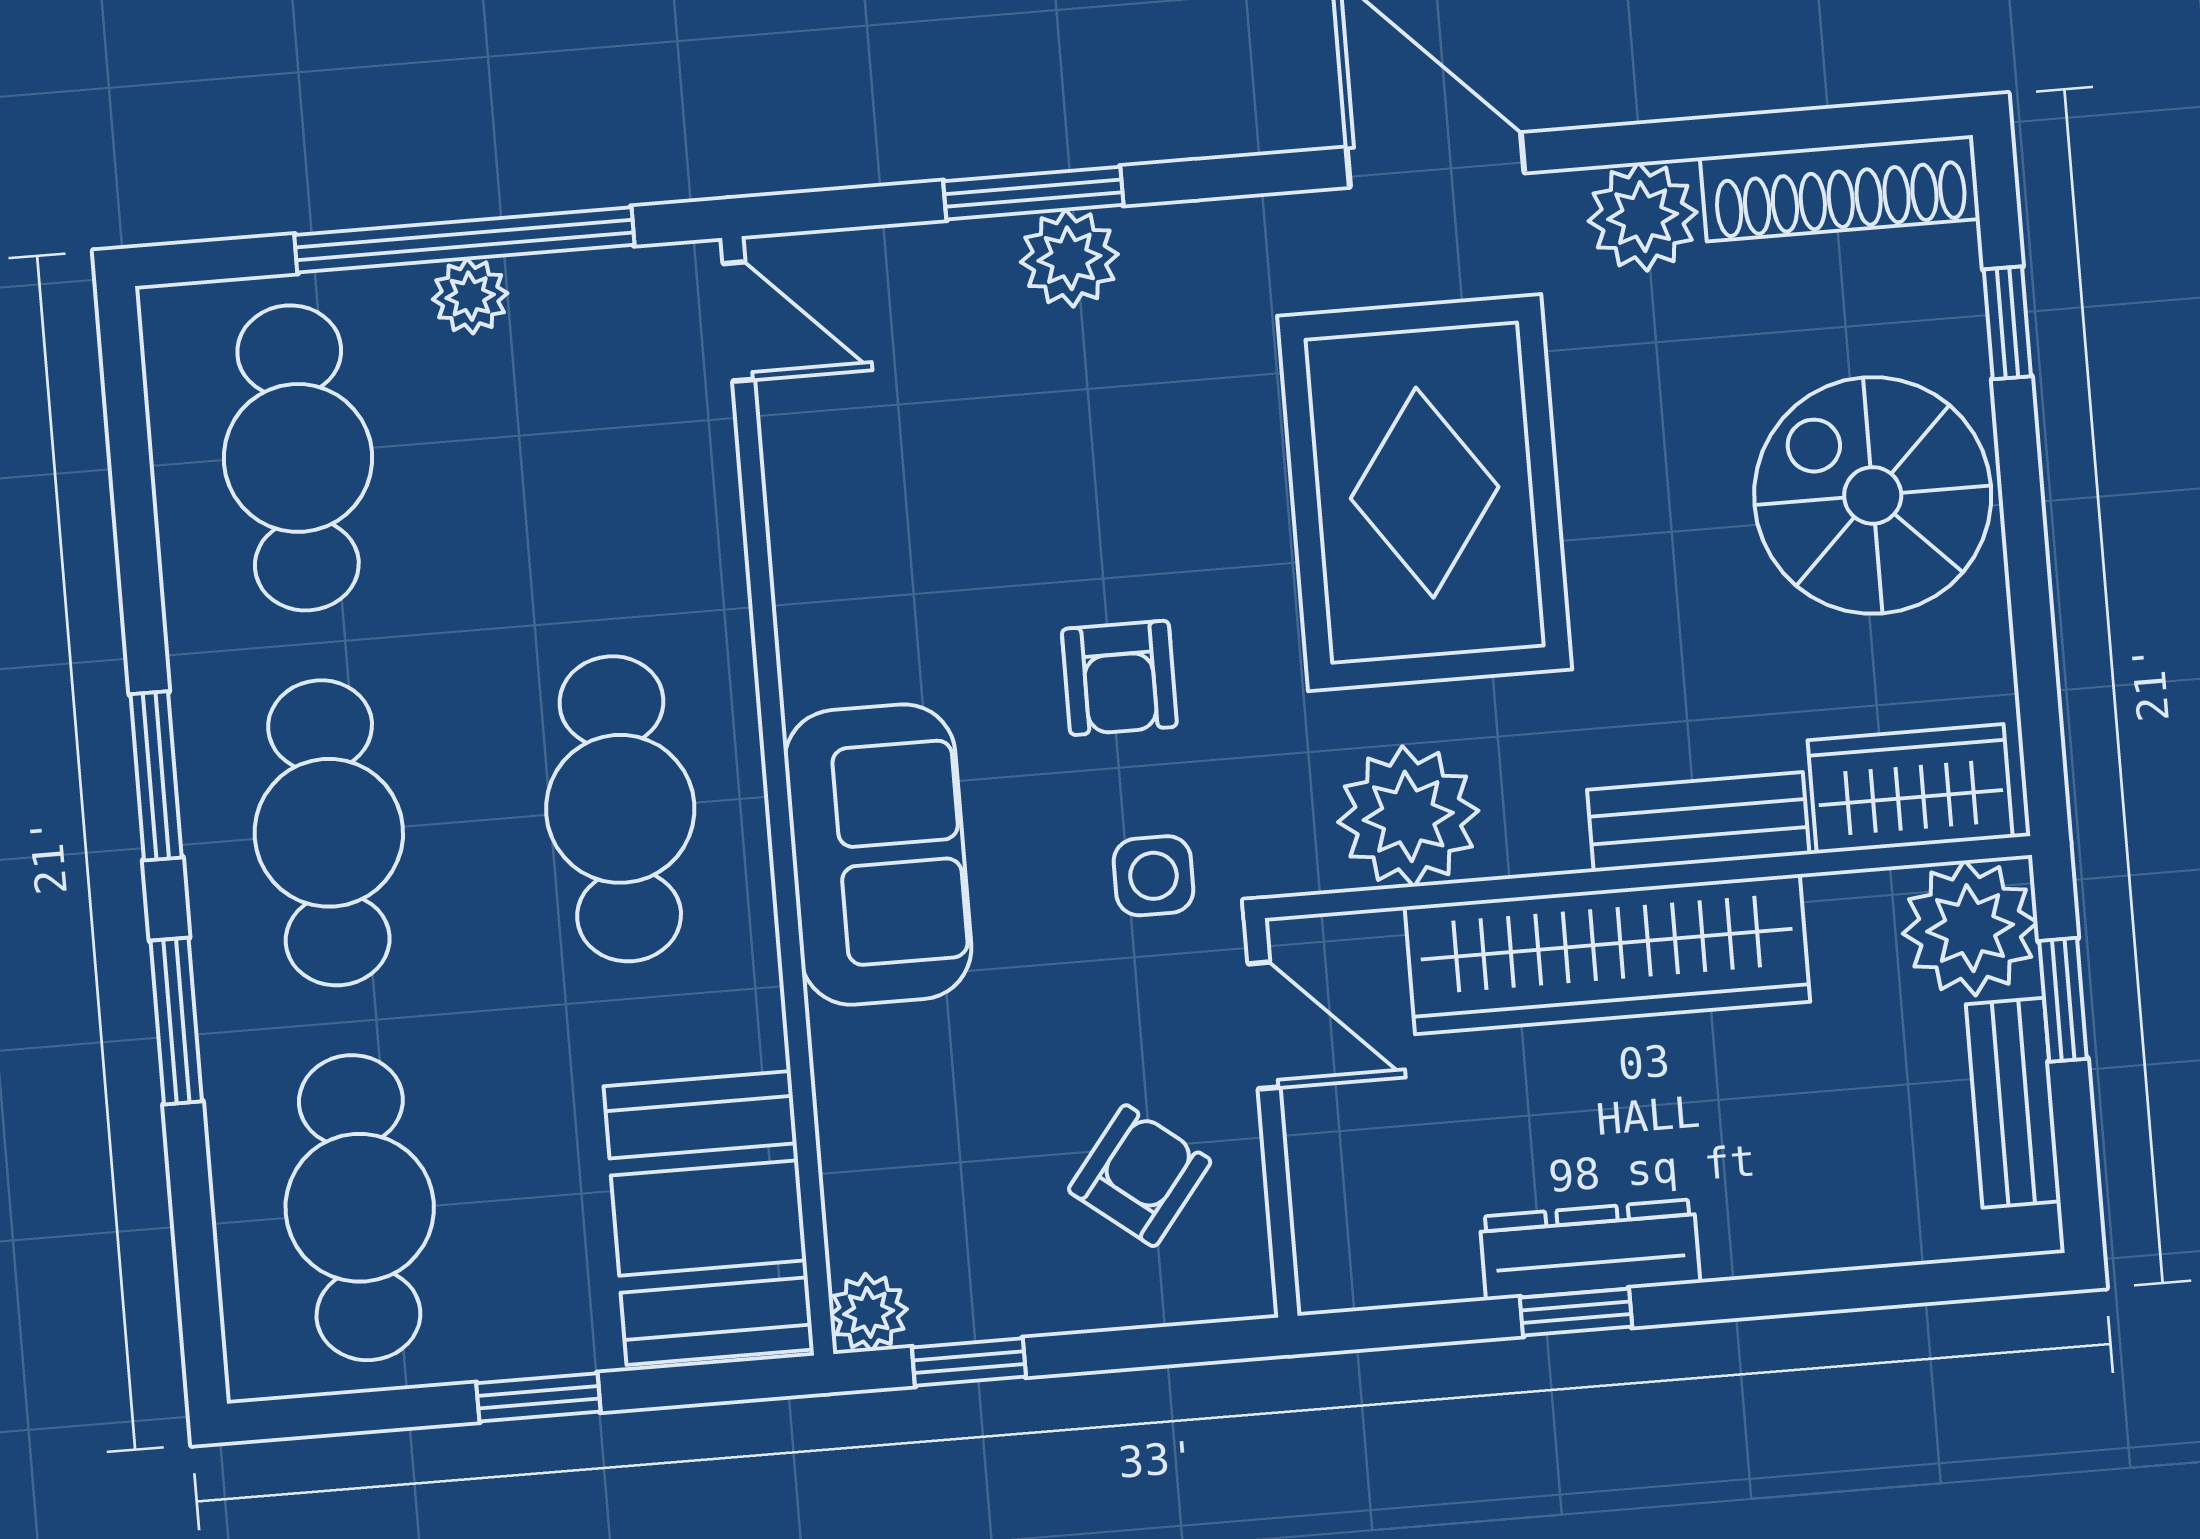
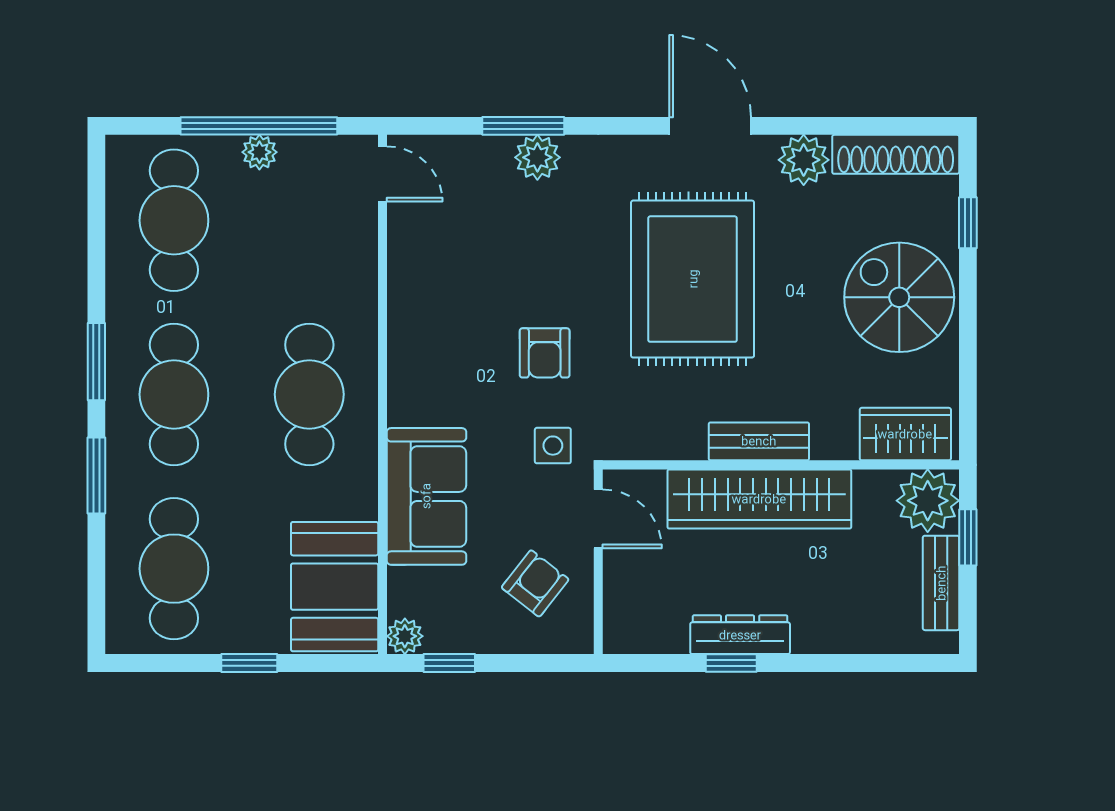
plant: (1408, 816) -> (673, 428), removed
bench: (1698, 822) -> (759, 441), moved
sofa: (878, 855) -> (426, 496), moved

